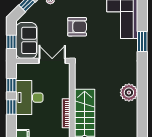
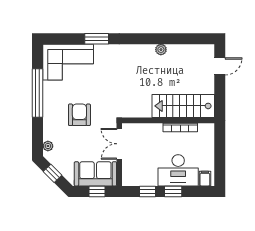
plant: (129, 93) -> (161, 50), width x0.53, depth x0.53
desk: (29, 98) -> (178, 170), moved

